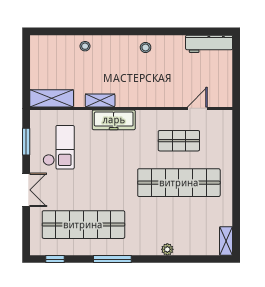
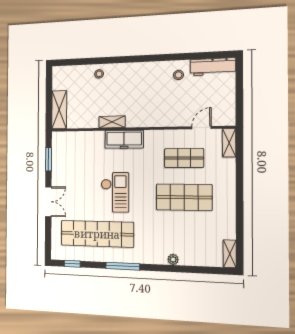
stool: (146, 48) -> (179, 75), moved
shelving: (52, 98) -> (59, 110), moved, turned 90
shelving: (226, 125) -> (229, 143), added
checkout: (59, 147) -> (115, 192), moved
shop shelf: (179, 183) -> (184, 197), width x0.71

